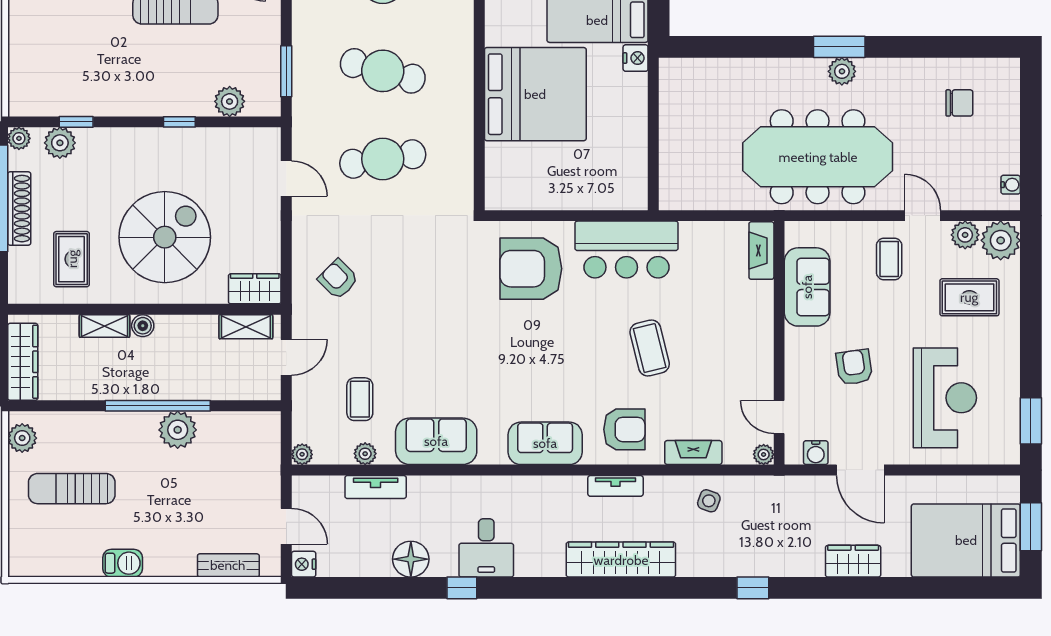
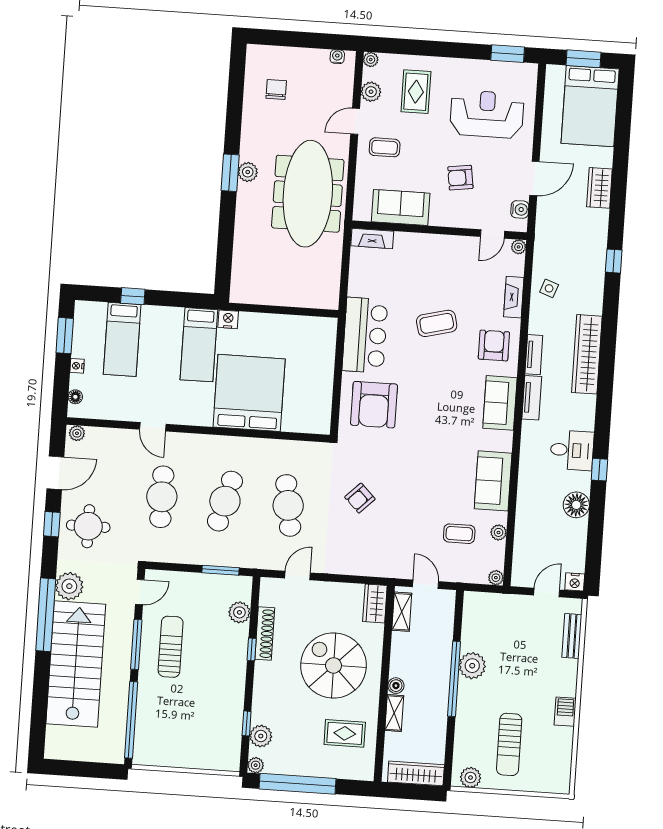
shoe rack: (19, 209) -> (265, 634), moved, turned 90
plant: (1001, 240) -> (371, 60), width x0.53, depth x0.53
armchair: (338, 279) -> (360, 498), moved
tv unit: (376, 487) -> (532, 398), moved

